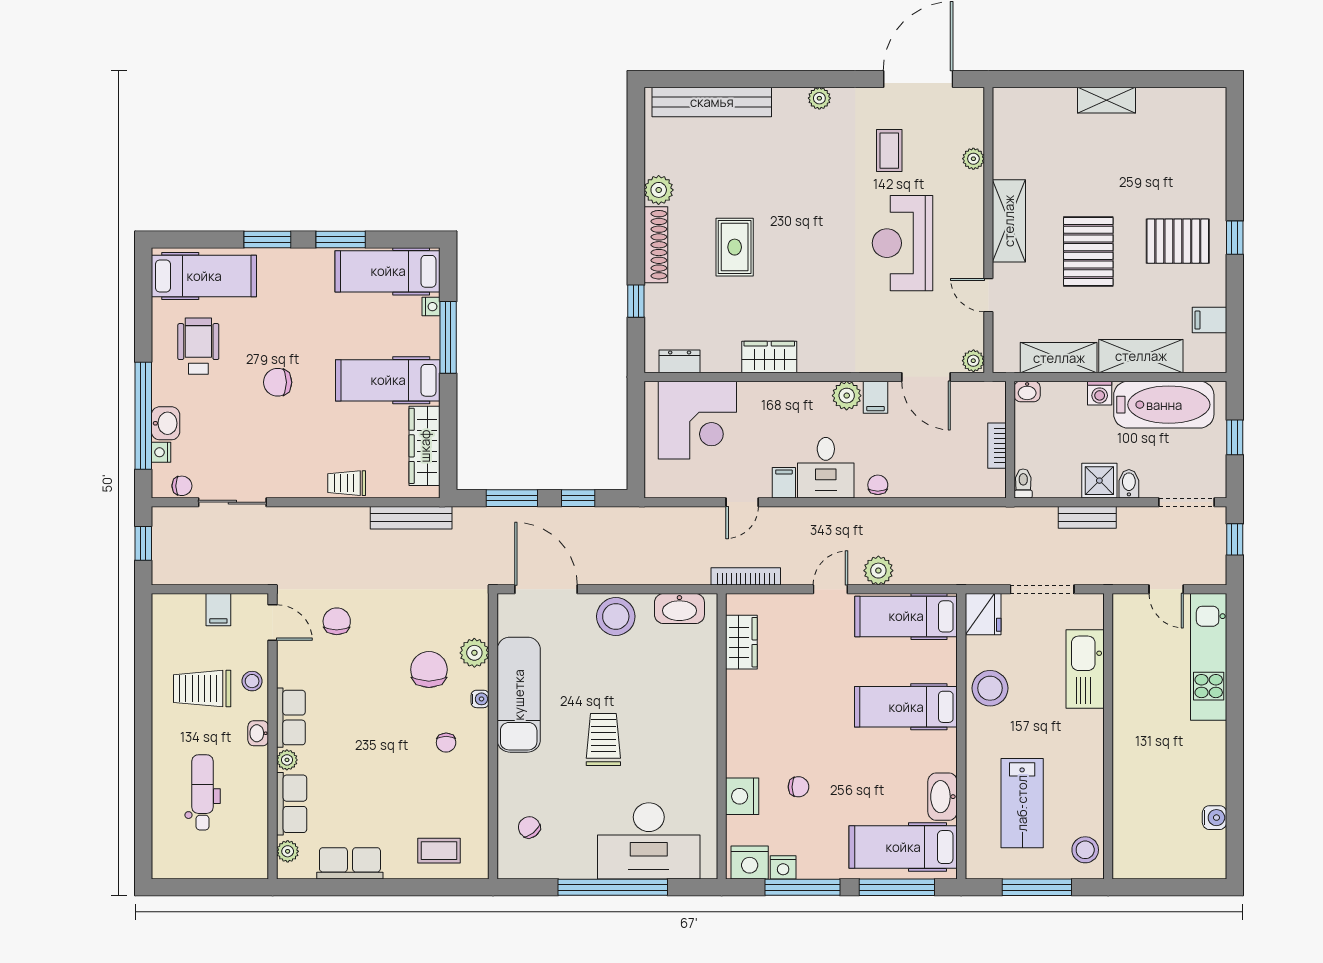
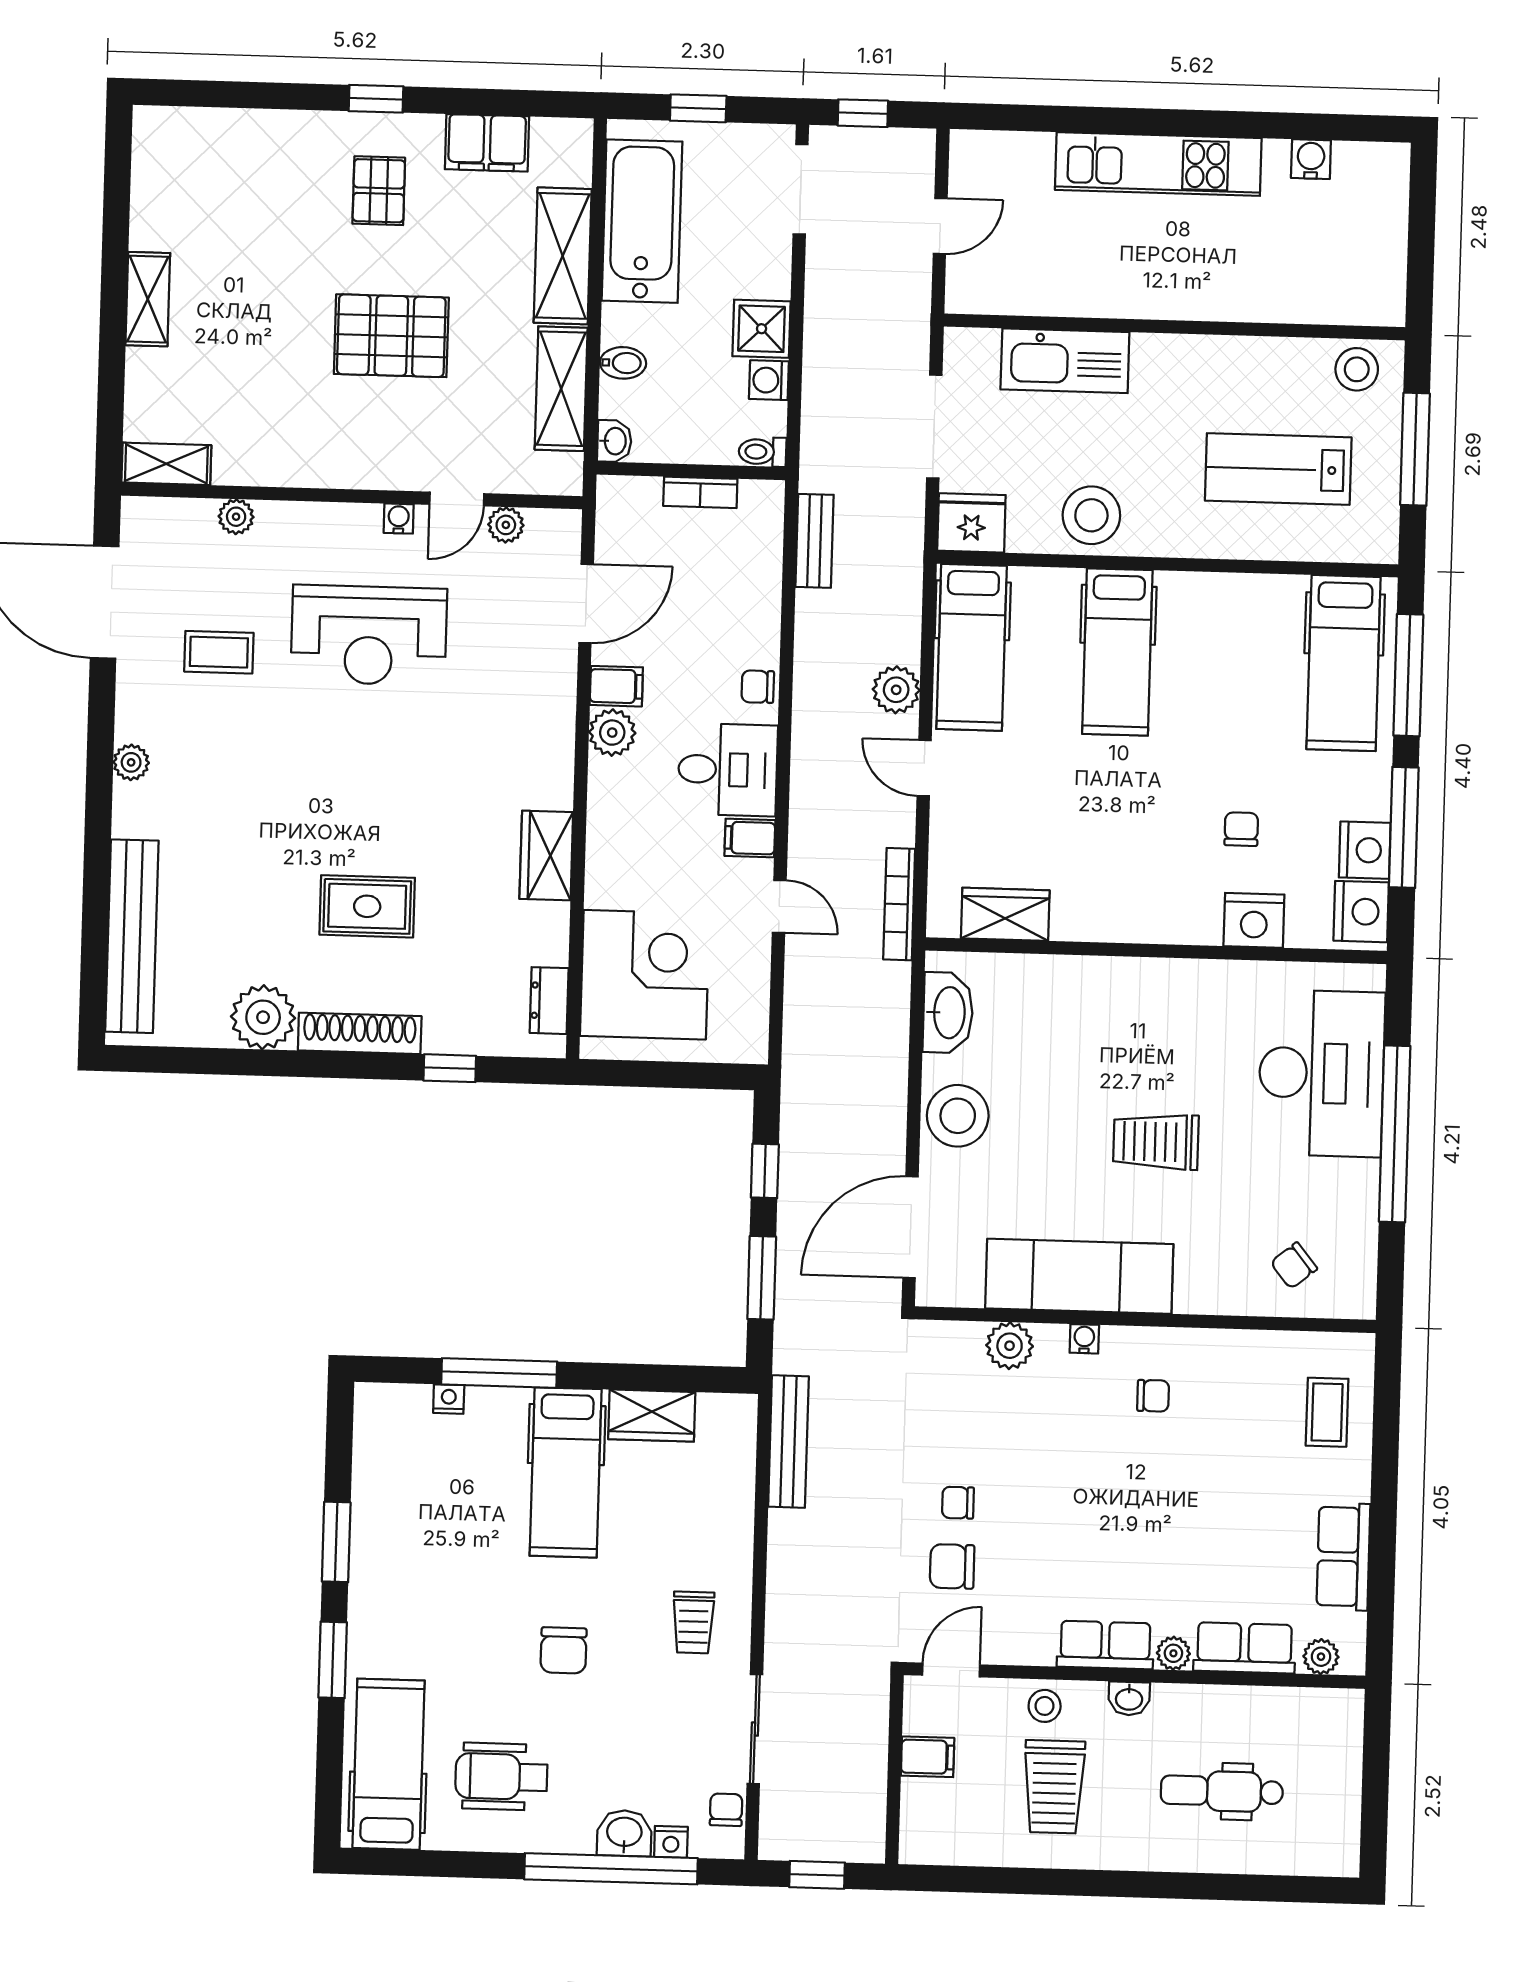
plant: (659, 190) -> (263, 1017), width x1.36, depth x1.36
shelving: (1009, 221) -> (166, 464), moved, width x0.67, depth x0.75
pallet: (1178, 241) -> (379, 191), width x0.67, depth x0.71
water cooler: (975, 259) -> (399, 519), added
hospital bed: (388, 271) -> (390, 1468), removed
filing cabinet: (1209, 320) -> (487, 143), width x2.00
plant: (973, 361) -> (506, 525), moved
washing machine: (1100, 393) -> (769, 380), moved, turned 180
wardrobe: (425, 446) -> (652, 1416), width x0.67
trolley: (347, 483) -> (693, 1622), moved
bidet: (1129, 484) -> (623, 363), moved, turned 180
bench: (1087, 517) -> (815, 541), moved
kitchen unit: (1209, 657) -> (1158, 164), moved
chair: (429, 670) -> (958, 1503), moved, width x0.54, depth x0.54
washbasin: (943, 797) -> (1264, 597), removed
lab bench: (1022, 803) -> (1278, 469), turned 180
nightstand: (783, 867) -> (1365, 850), width x1.36, depth x1.33

